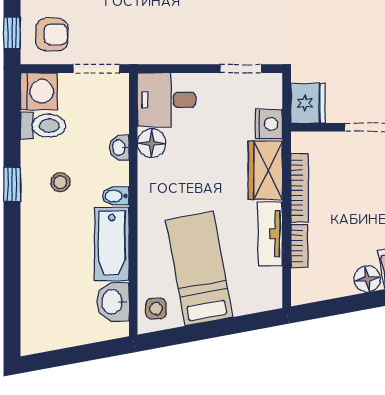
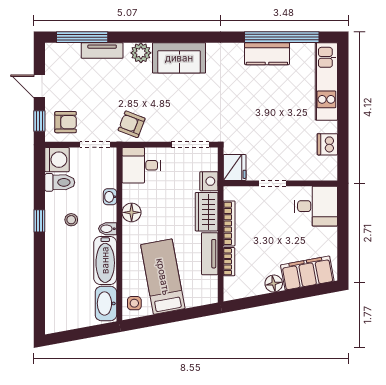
armchair: (152, 38) -> (132, 124), added
doorway: (241, 69) -> (190, 145), width x1.38
floor lamp: (152, 143) -> (132, 212), moved
washbasin: (113, 302) -> (106, 303), width x1.38

